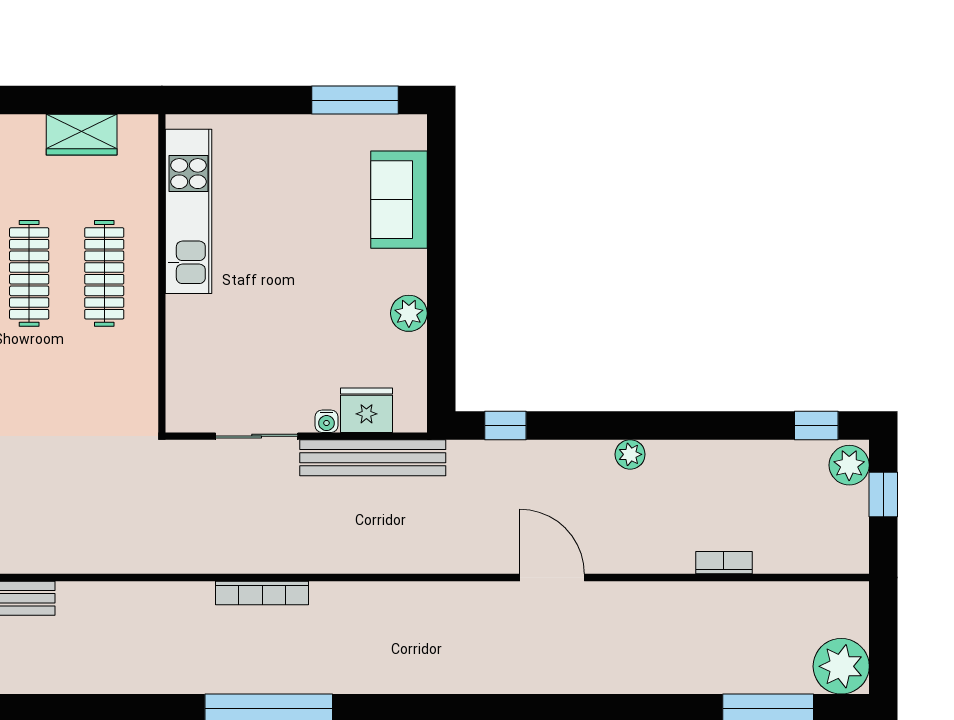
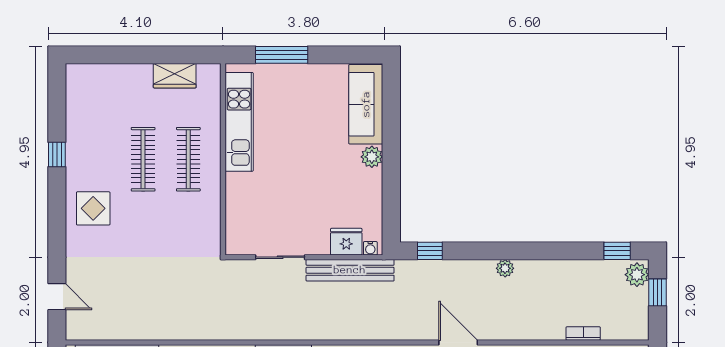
window: (355, 100) -> (282, 55), moved
sofa: (399, 200) -> (366, 104), width x1.36
plant: (409, 313) -> (372, 157), moved
water cooler: (327, 421) -> (370, 248), moved
bookcase: (724, 563) -> (583, 333), moved

